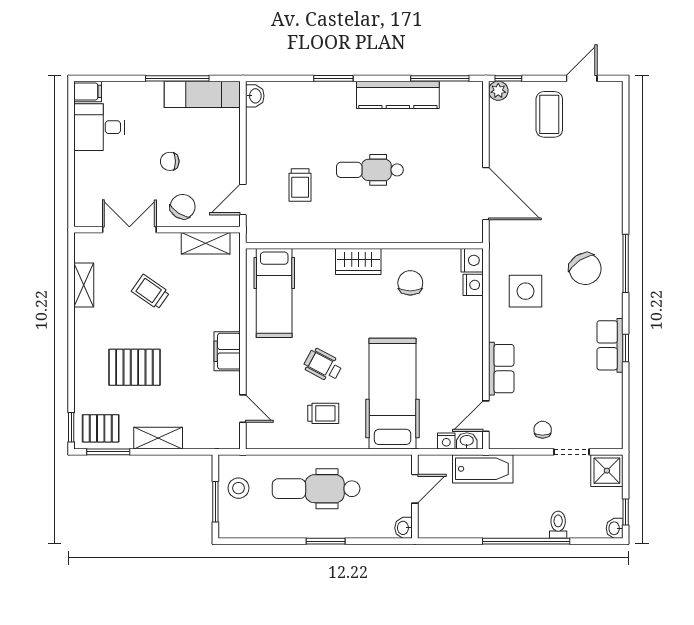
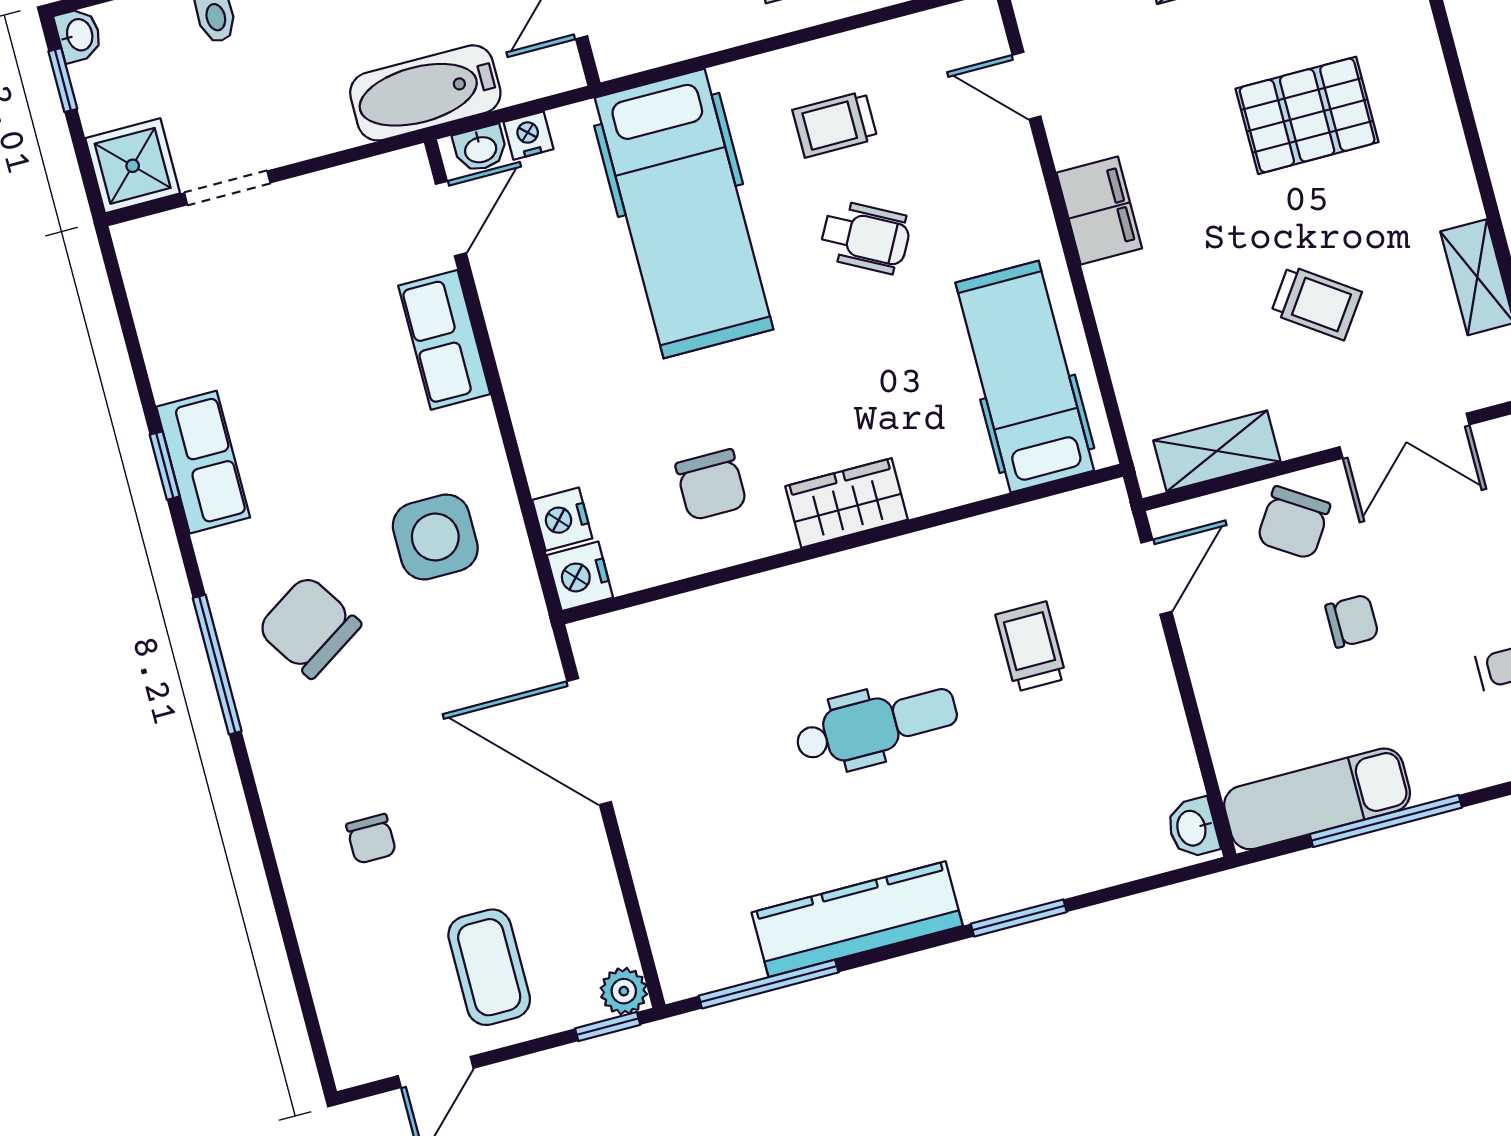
chair: (543, 430) -> (371, 839), moved

